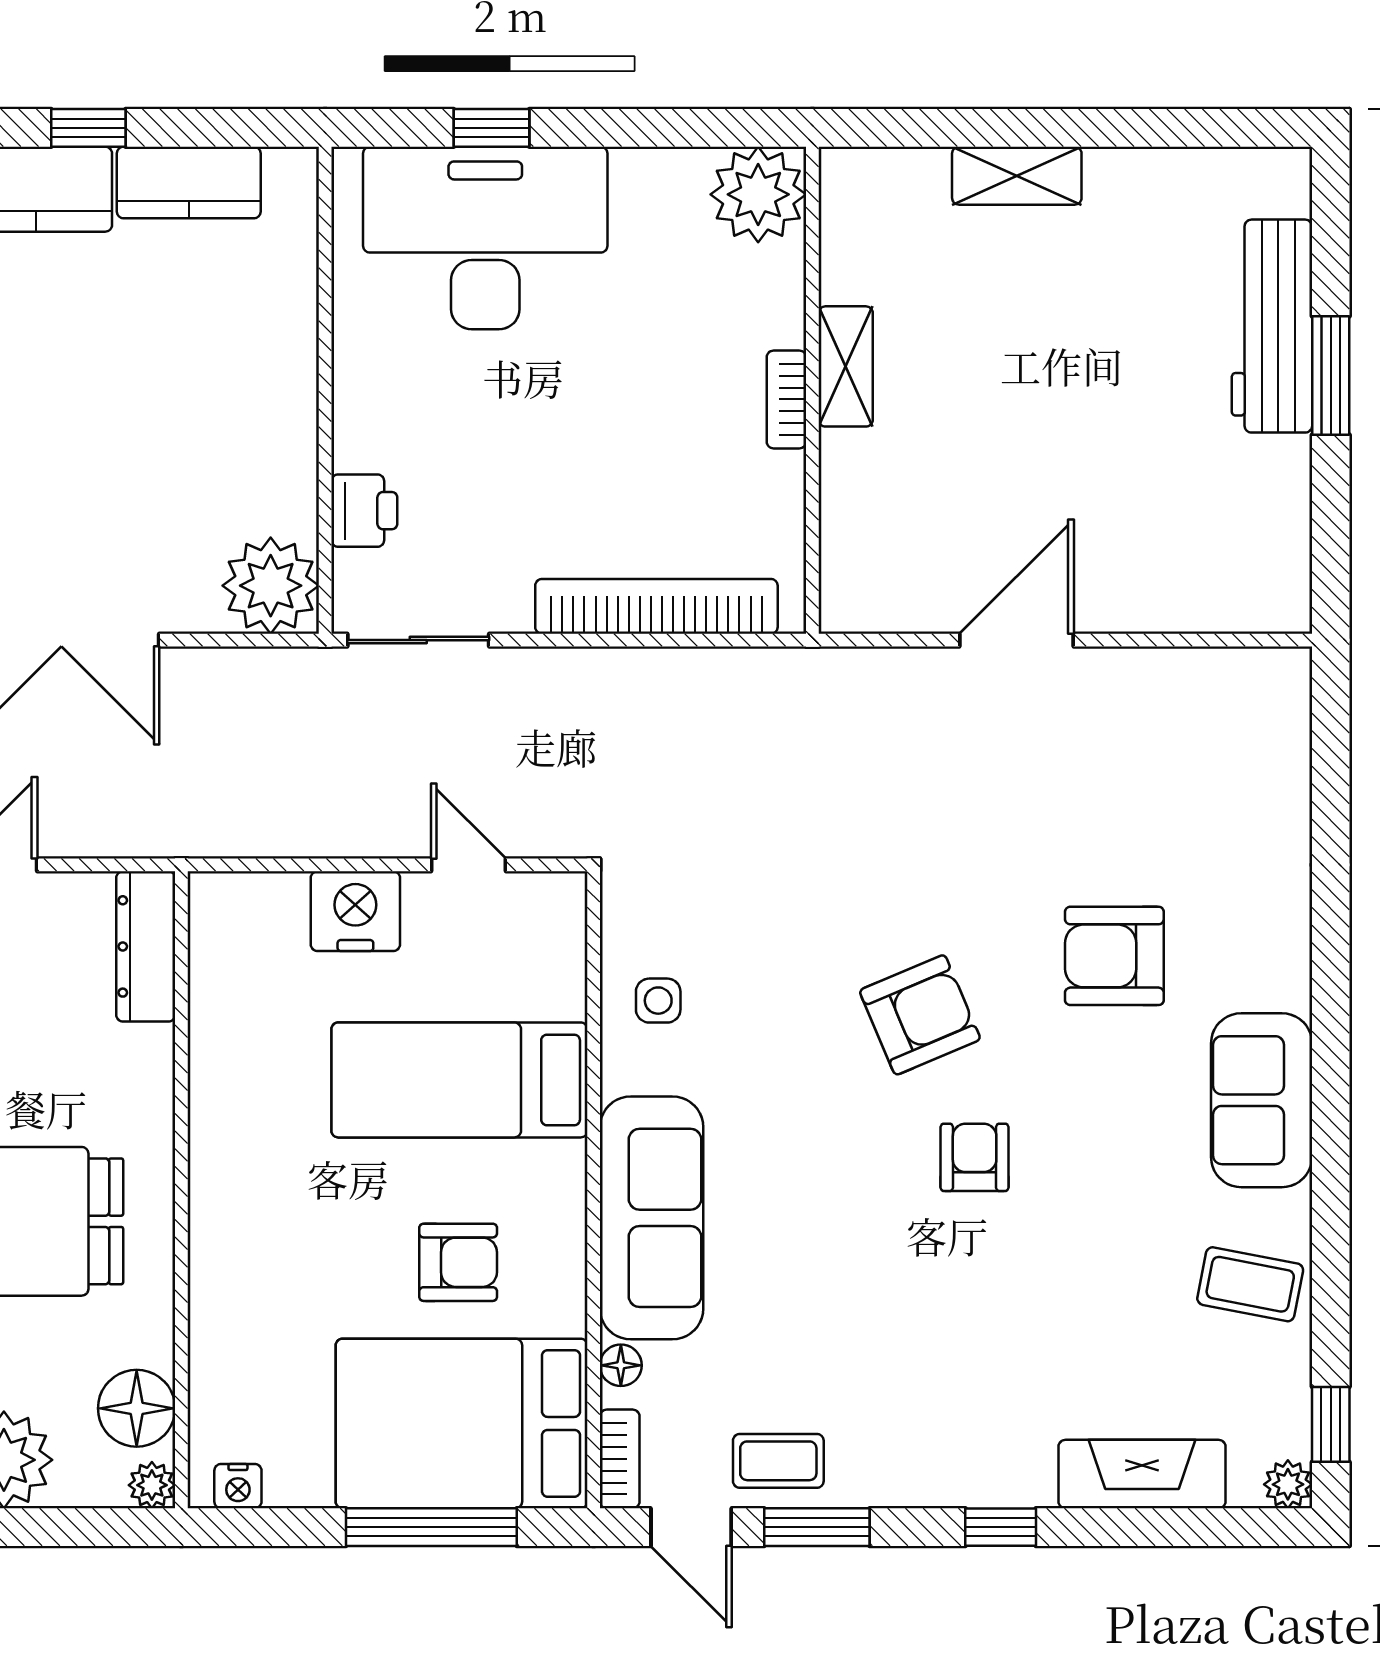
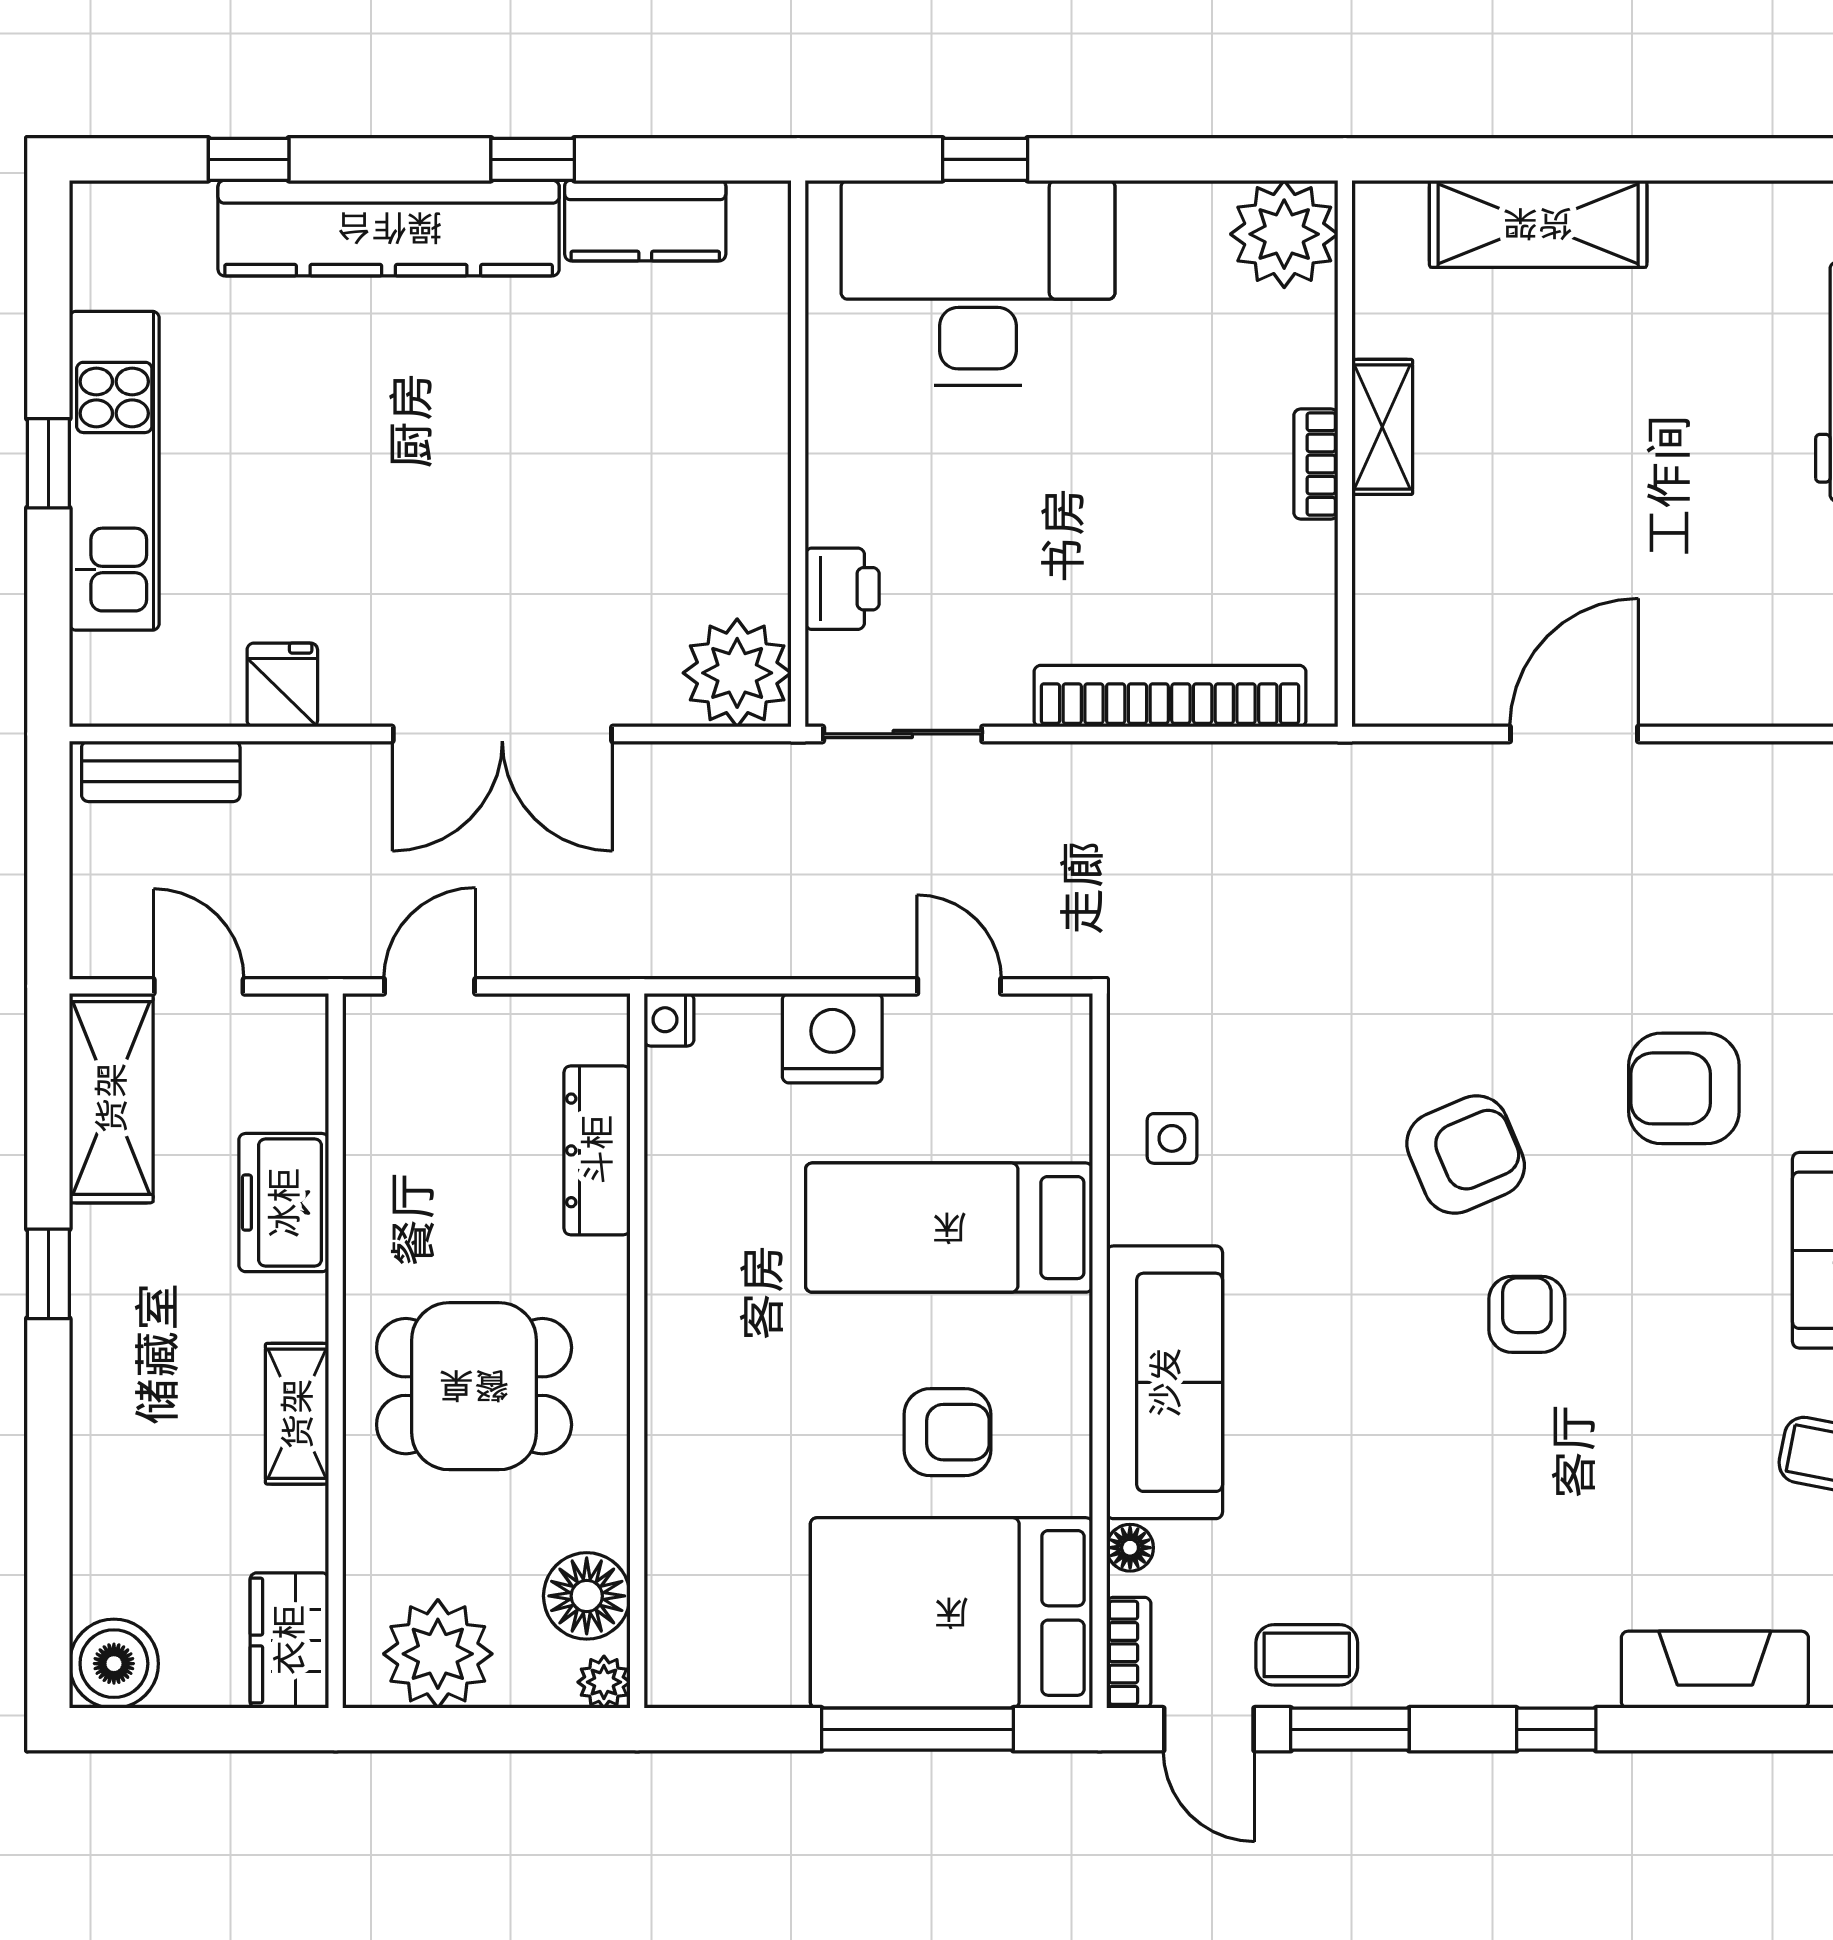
shelving: (1017, 176) -> (1538, 224), width x1.50, depth x1.33
dresser: (146, 946) -> (597, 1150), moved
nightstand: (238, 1486) -> (669, 1020), moved, turned 90

